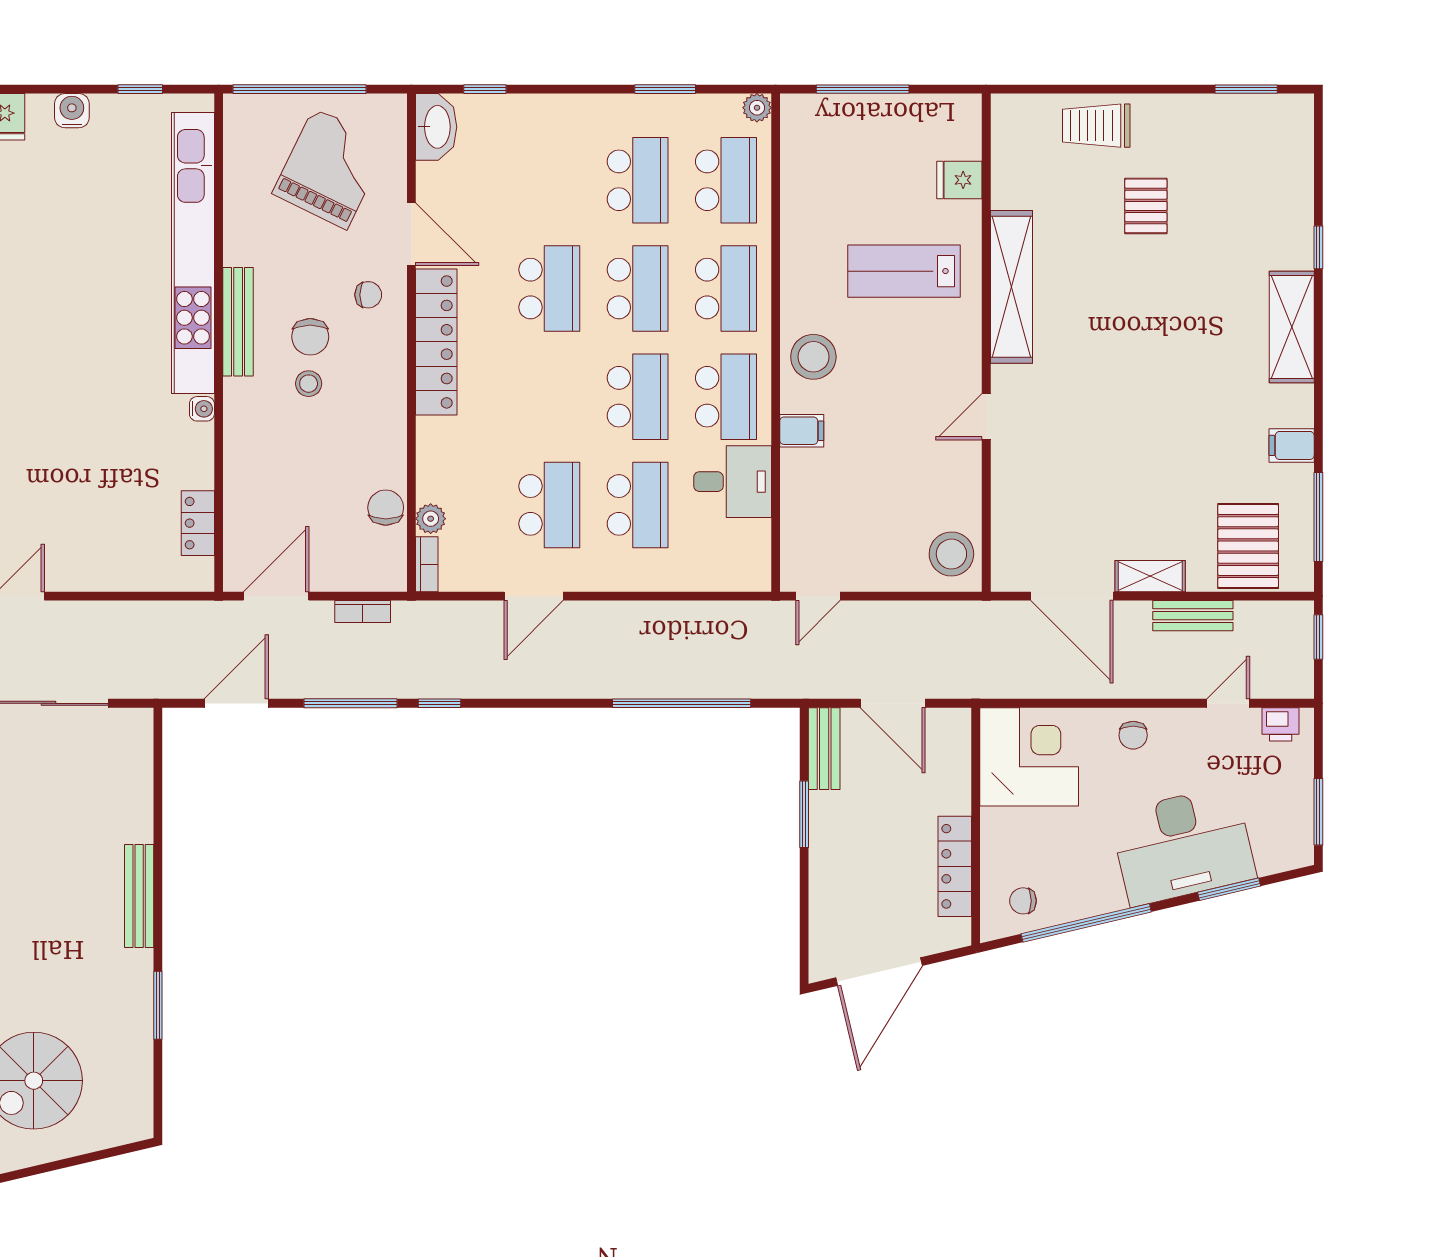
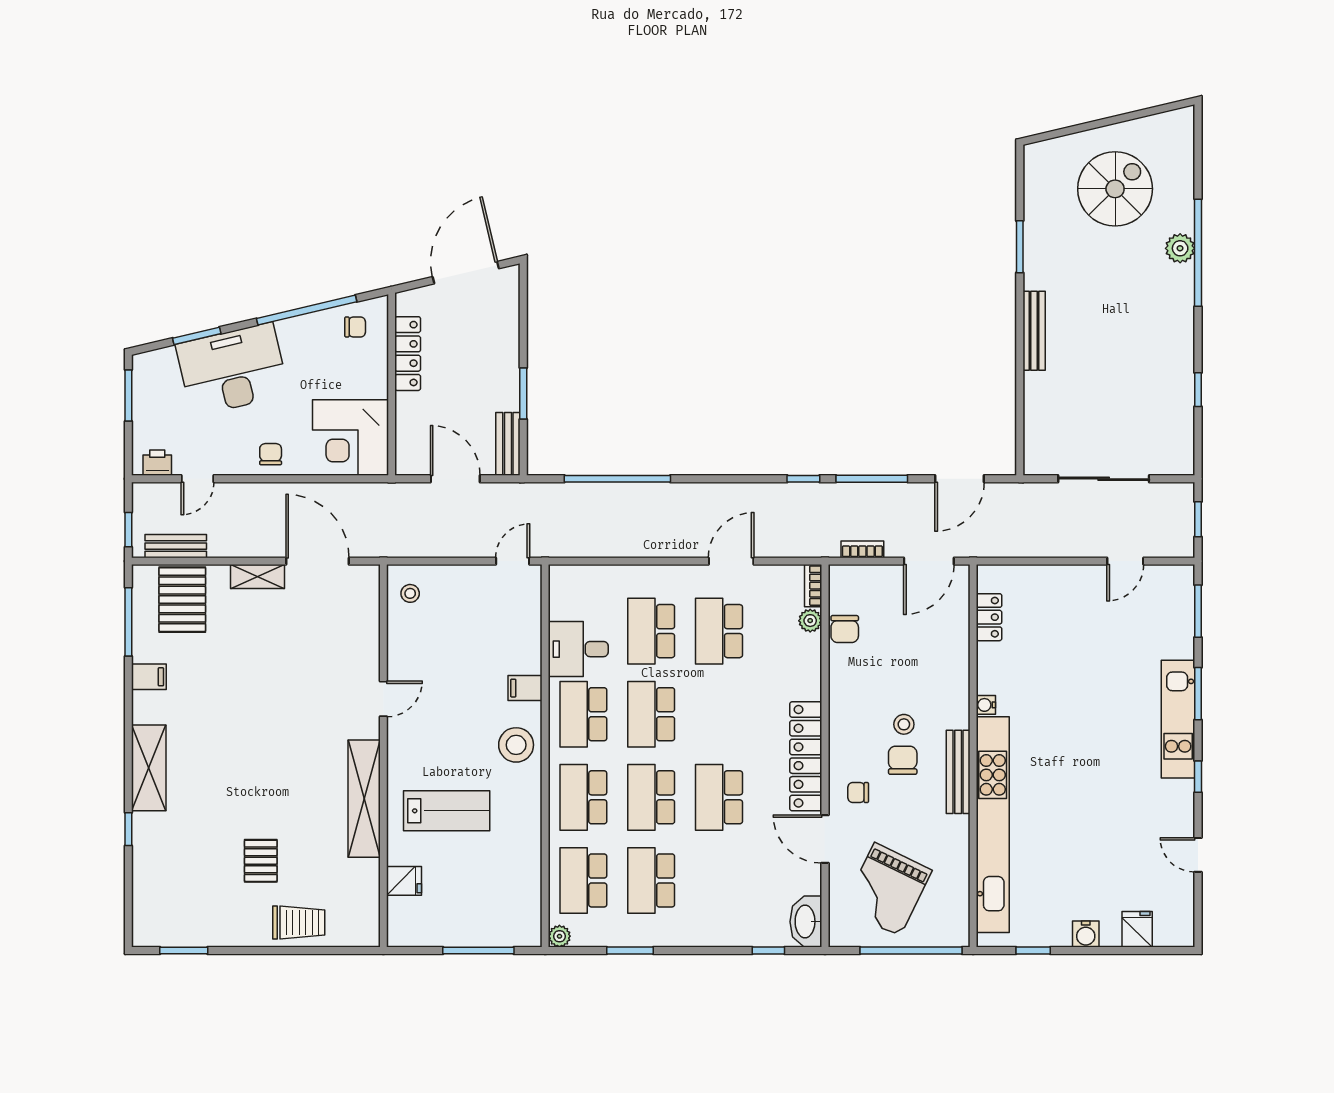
stool: (951, 554) -> (410, 593), width x0.53, depth x0.53
bench: (1193, 616) -> (176, 546), moved

